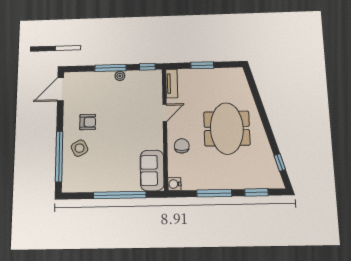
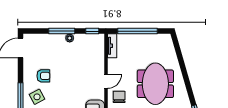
window: (202, 65) -> (137, 31), width x2.11
door: (165, 113) -> (106, 81), moved

